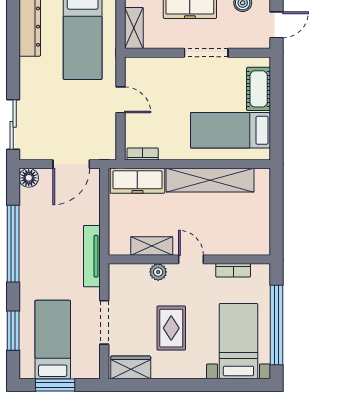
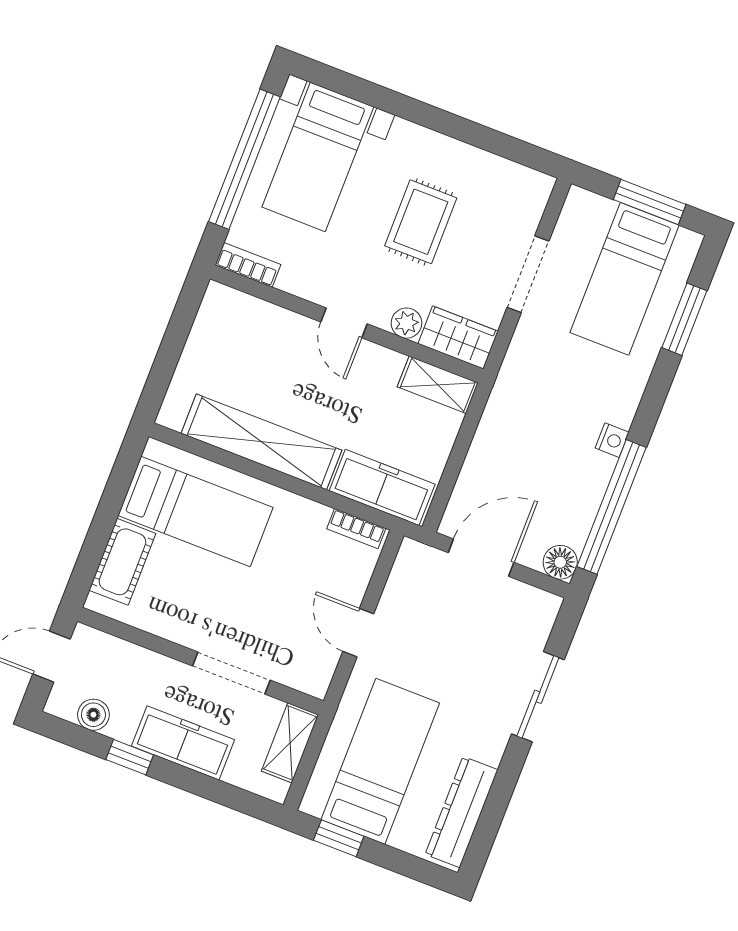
doorway: (206, 53) -> (231, 673), moved
sliding door: (13, 124) -> (538, 697), moved
window: (13, 244) -> (612, 507), moved
shelving: (152, 246) -> (438, 385), moved
nightstand: (26, 252) -> (612, 440), added
tv unit: (92, 256) -> (506, 392), removed
bookcase: (233, 270) -> (248, 265), moved
wardrobe: (131, 367) -> (458, 337), moved, turned 180

